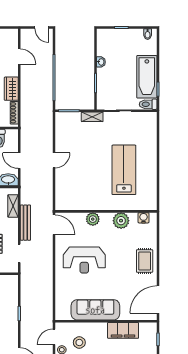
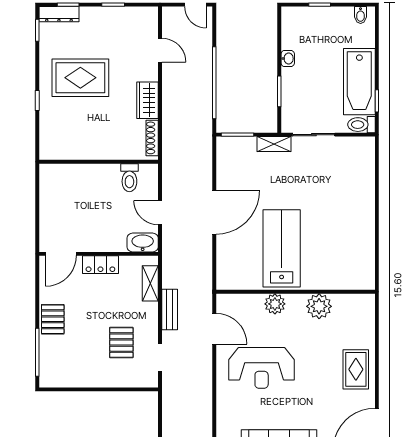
door: (54, 160) -> (214, 212), width x1.88
lab bench: (124, 170) -> (282, 248), moved
water cooler: (144, 218) -> (354, 302), removed
bench: (25, 223) -> (170, 309), width x0.73
door: (54, 225) -> (214, 329), moved

